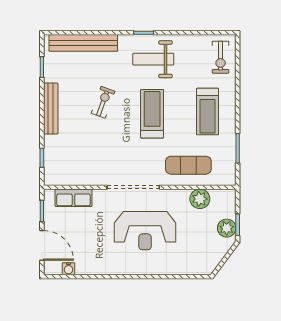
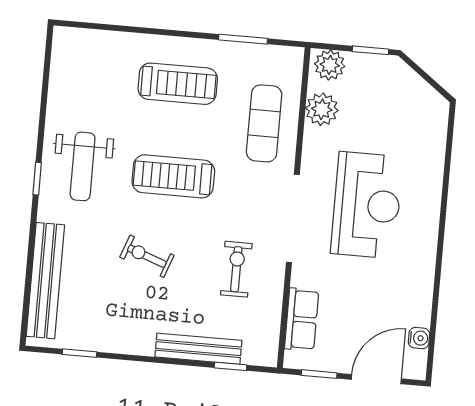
exercise bike: (221, 57) -> (236, 269), moved, turned -90
bench: (51, 109) -> (198, 349), moved
plant: (227, 228) -> (330, 65), moved

